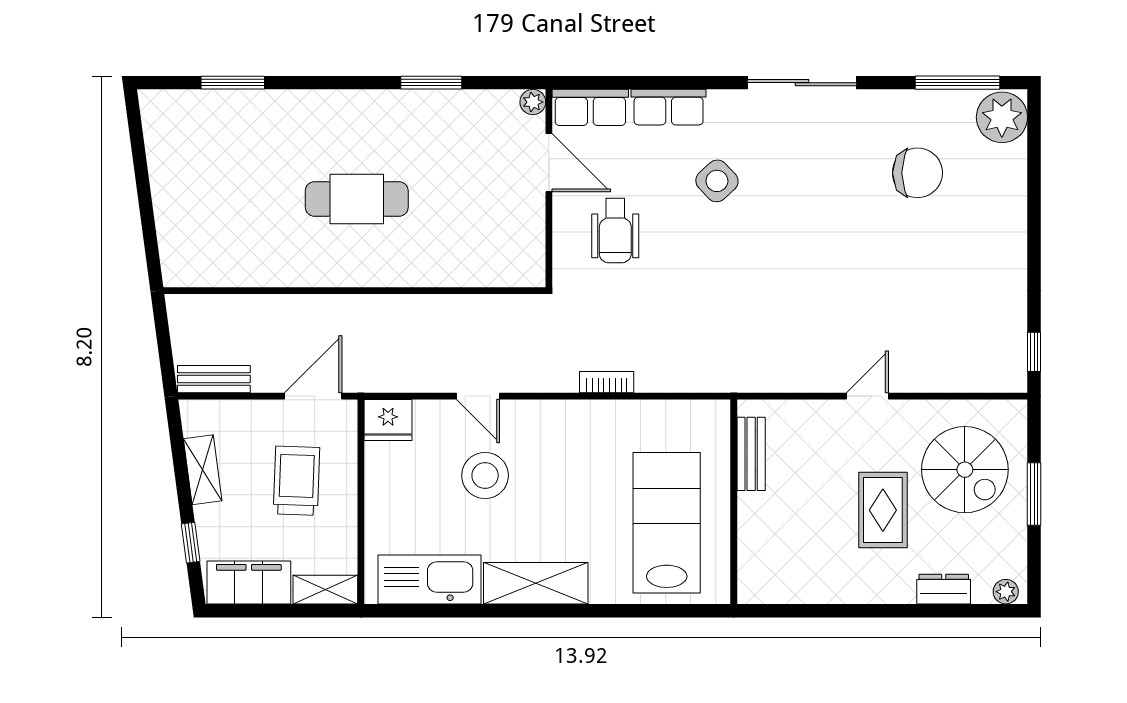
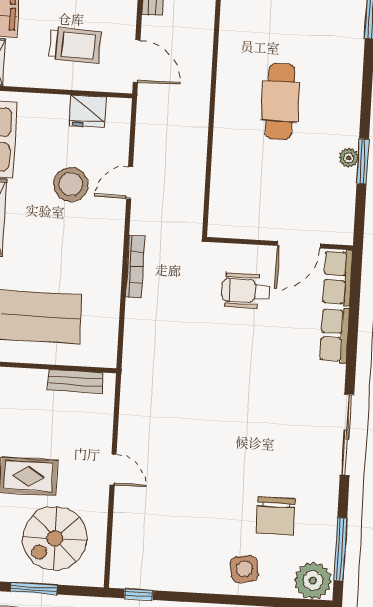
plant: (533, 102) -> (349, 158), moved
side table: (717, 181) -> (244, 569), moved, turned 33
bookcase: (607, 382) -> (135, 267), width x1.56
fridge: (388, 420) -> (88, 111), moved, turned -90

